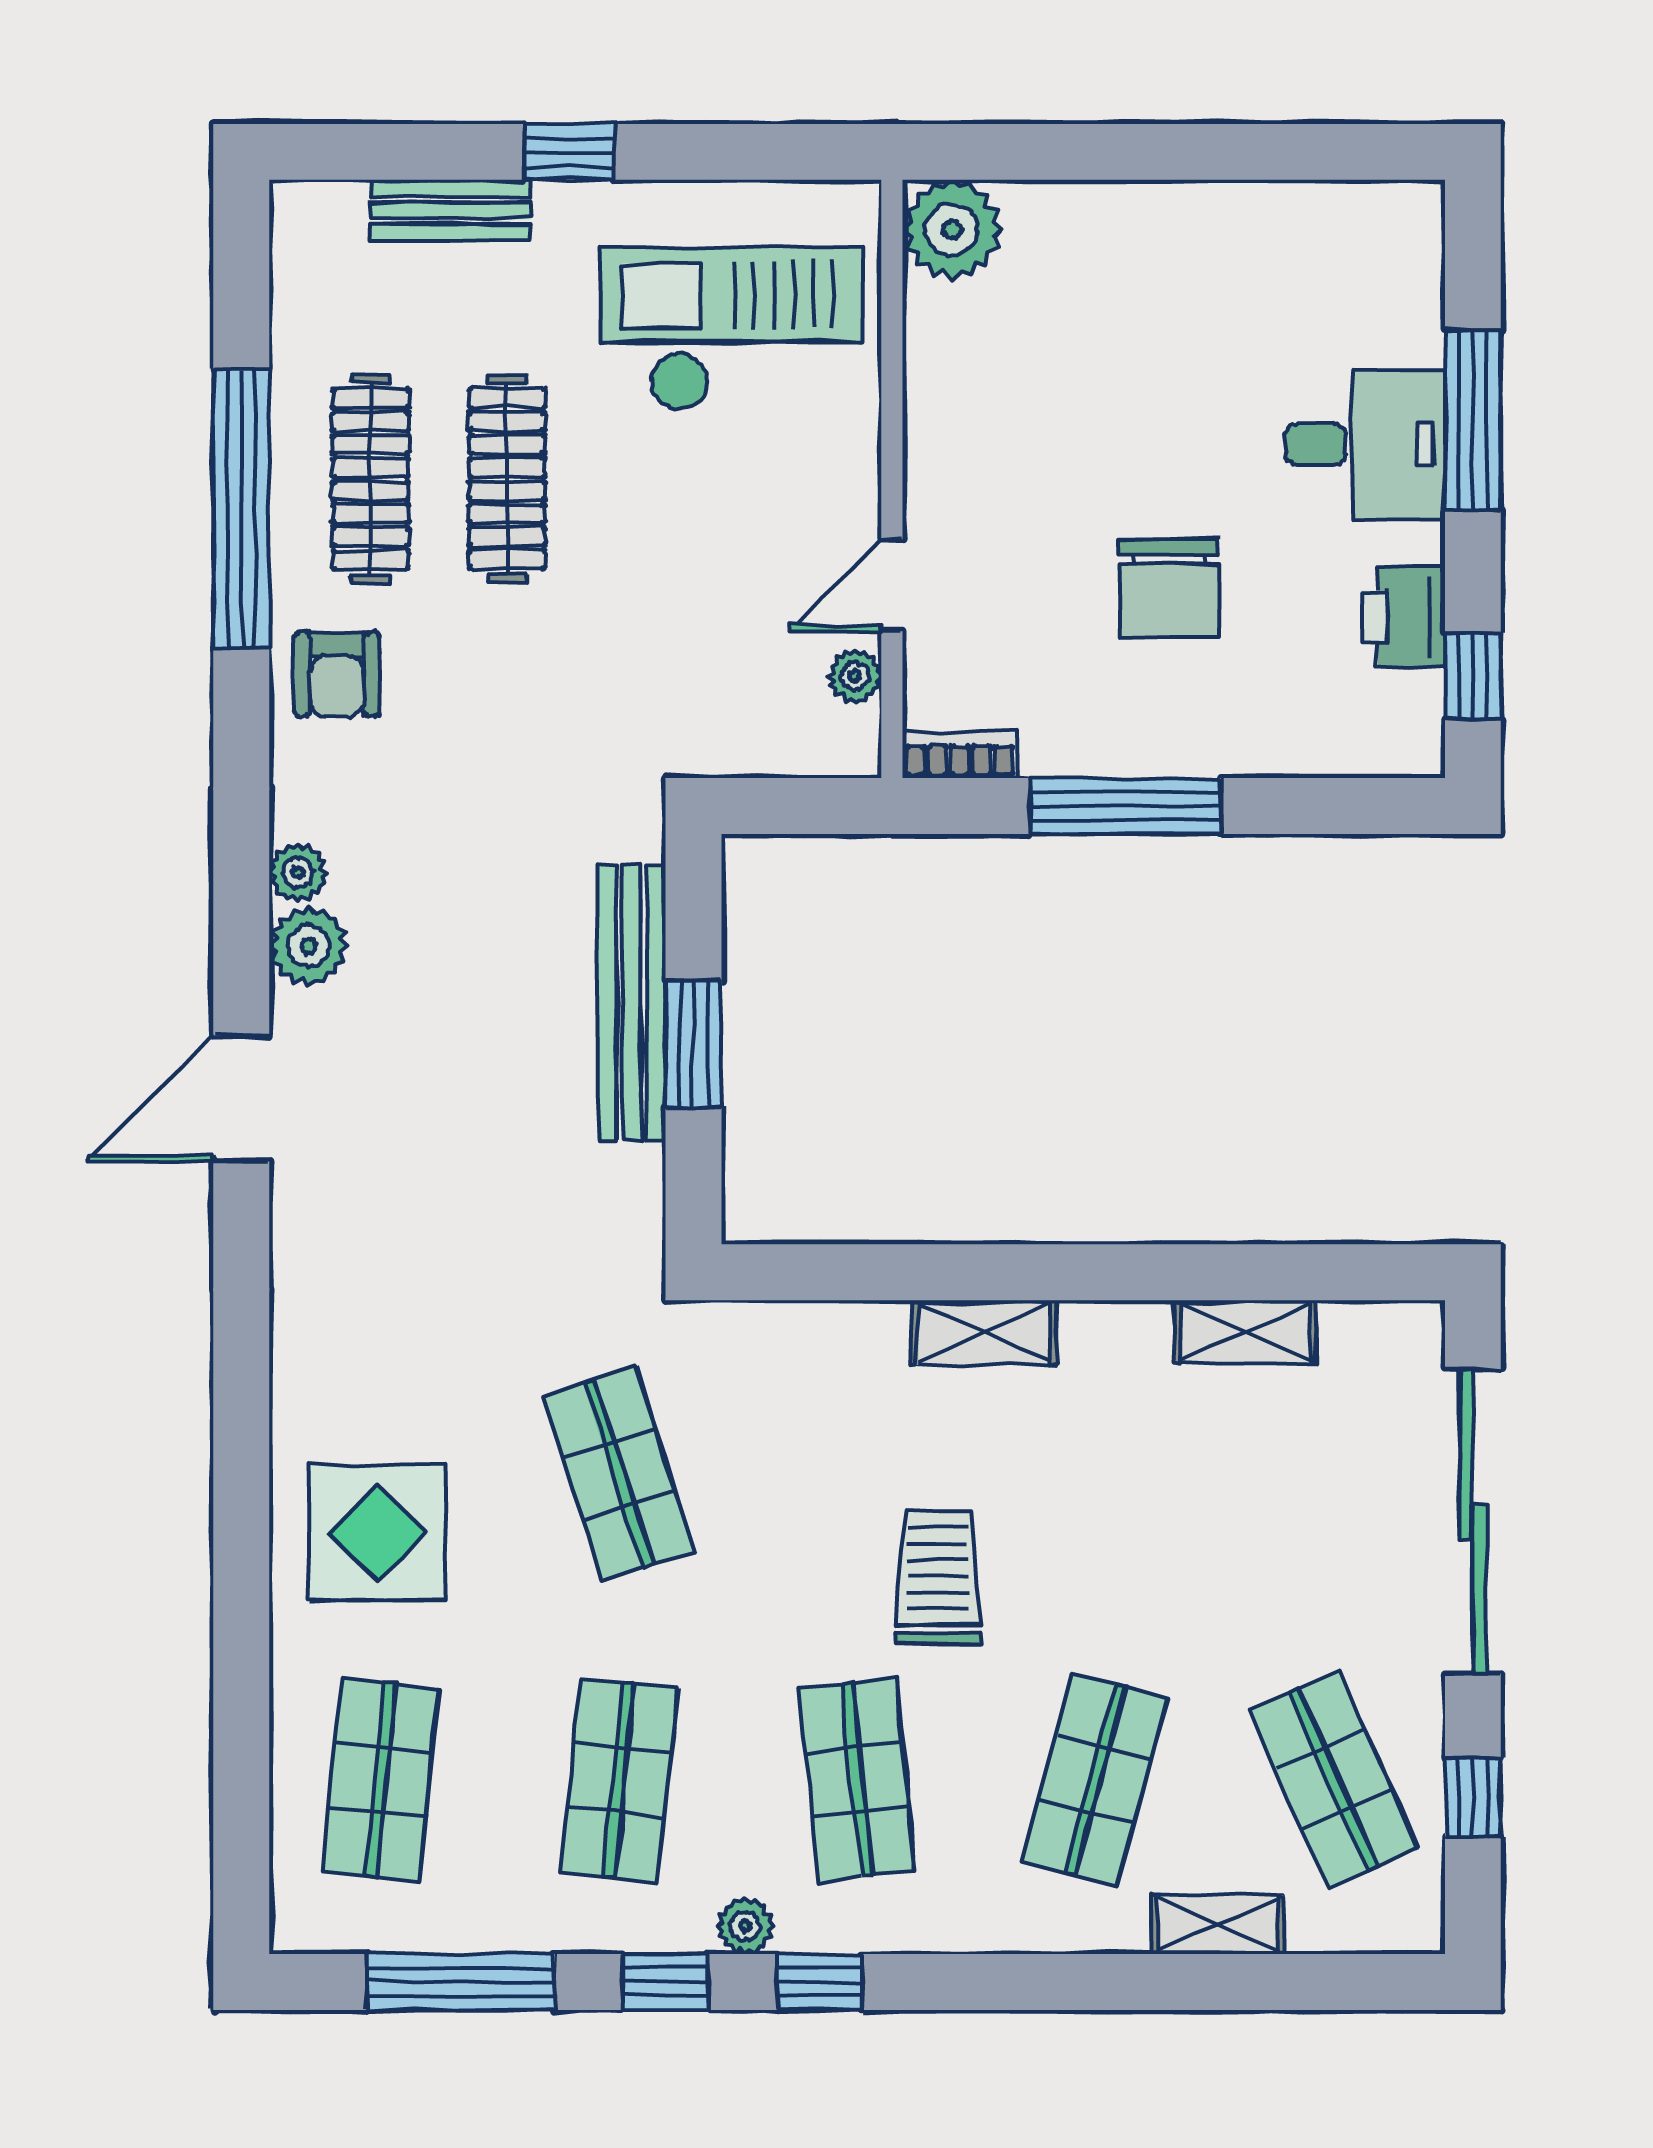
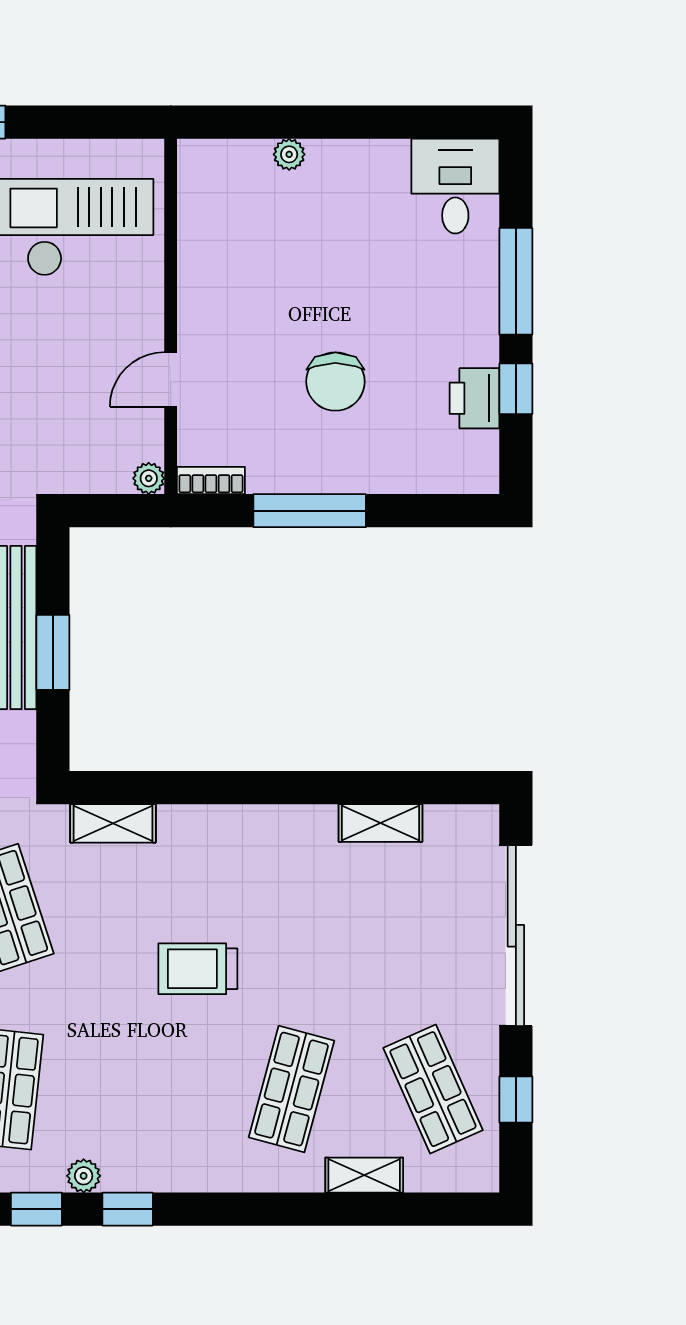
plant: (952, 229) -> (289, 154), moved, width x0.53, depth x0.53
desk: (1365, 444) -> (455, 186), moved, turned -90
plant: (855, 676) -> (149, 478), moved
window: (1473, 676) -> (516, 389), moved
shelving: (984, 1332) -> (113, 823), moved
trolley: (938, 1577) -> (198, 969), turned -90
shop shelf: (857, 1780) -> (150, 1089), removed

